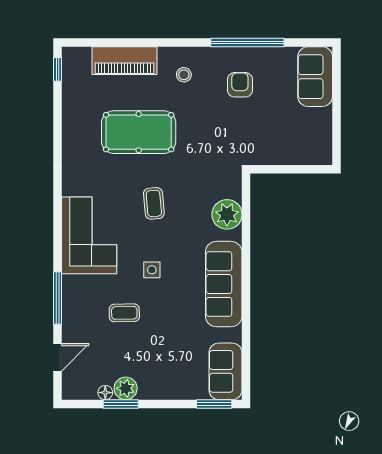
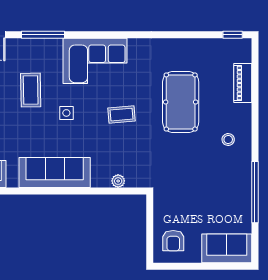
piano: (124, 61) -> (243, 83), width x0.73, depth x0.75
armchair: (240, 85) -> (173, 241), moved, turned 90
plant: (227, 214) -> (118, 181), width x0.53, depth x0.53
coffee table: (124, 313) -> (31, 90), width x1.36, depth x1.30

